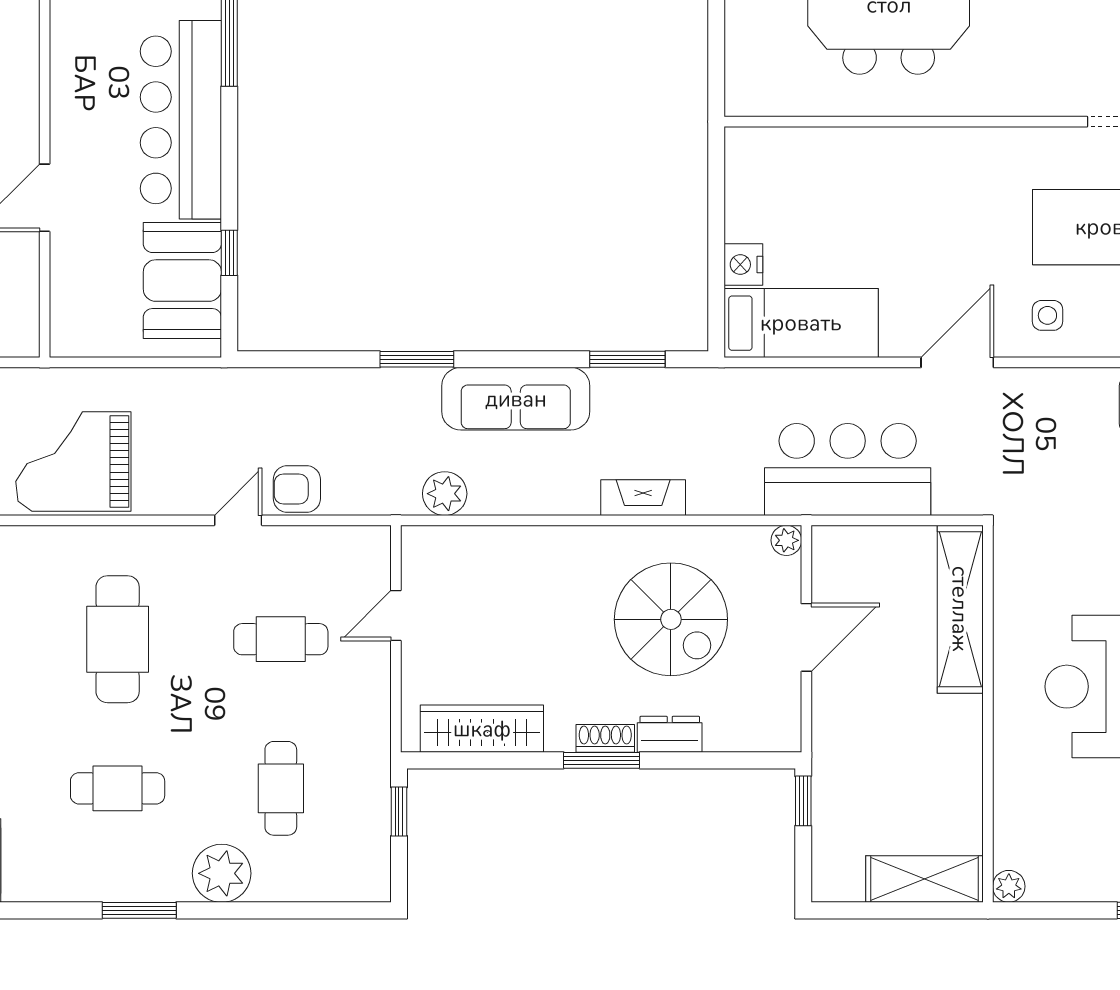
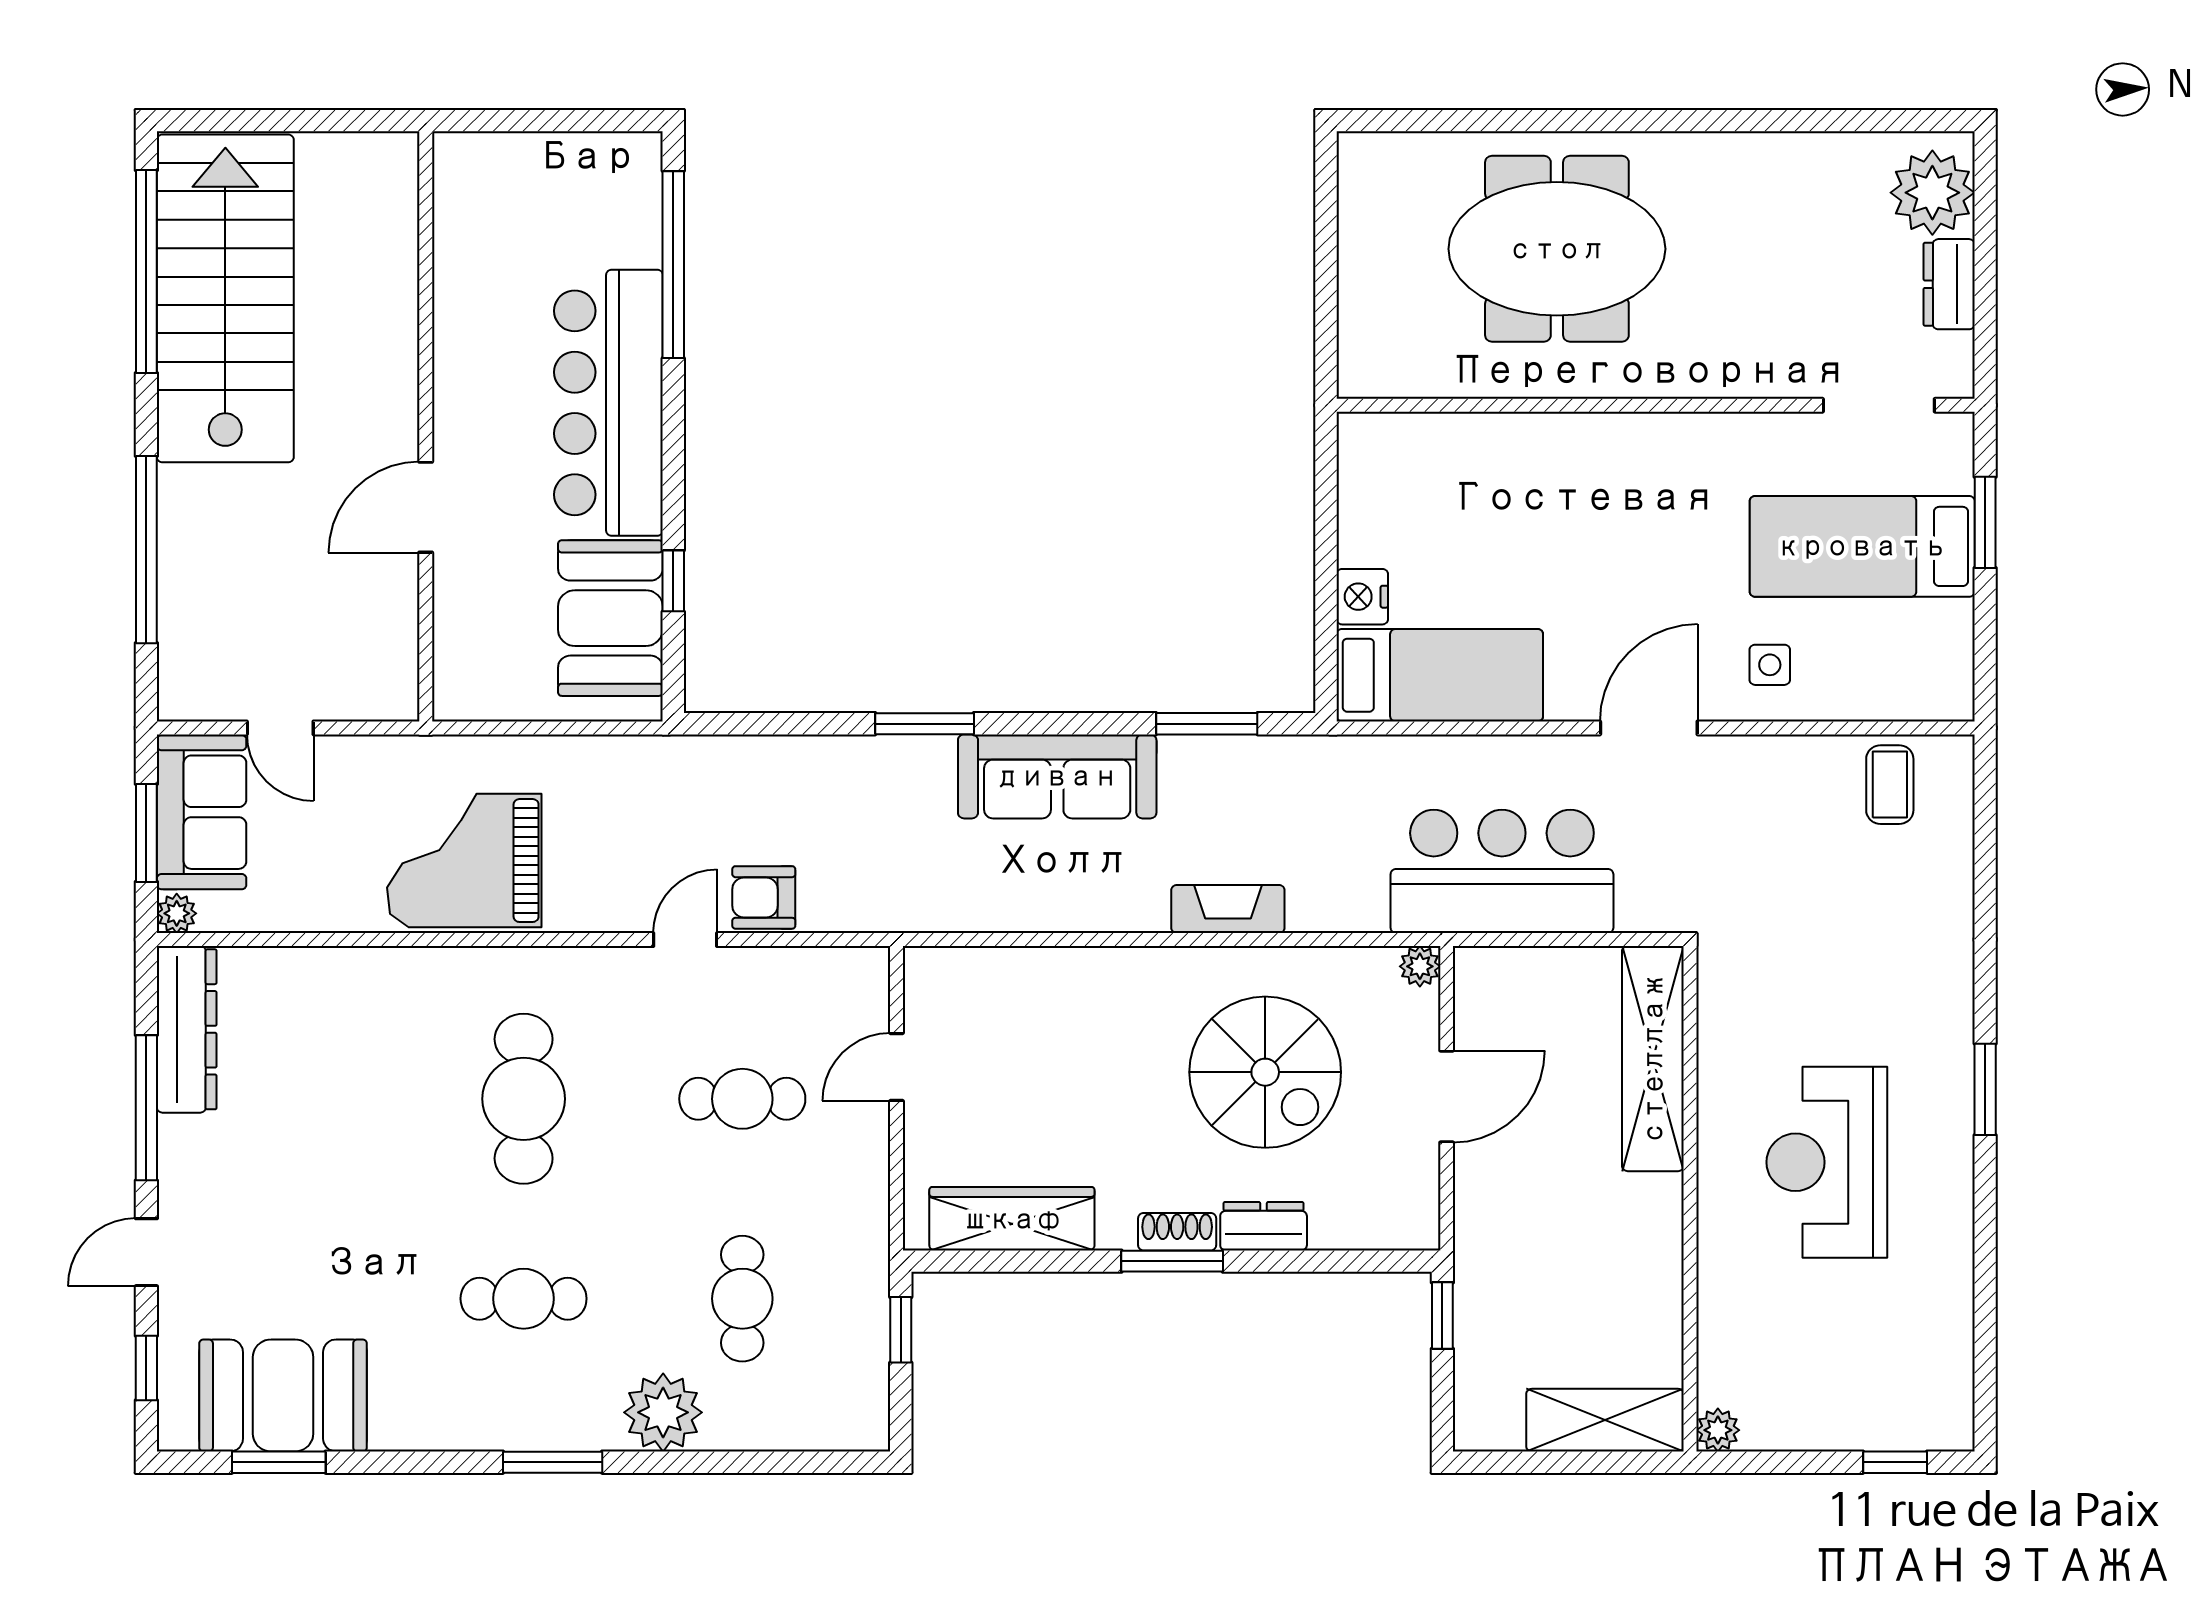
plant: (445, 494) -> (962, 904), removed

